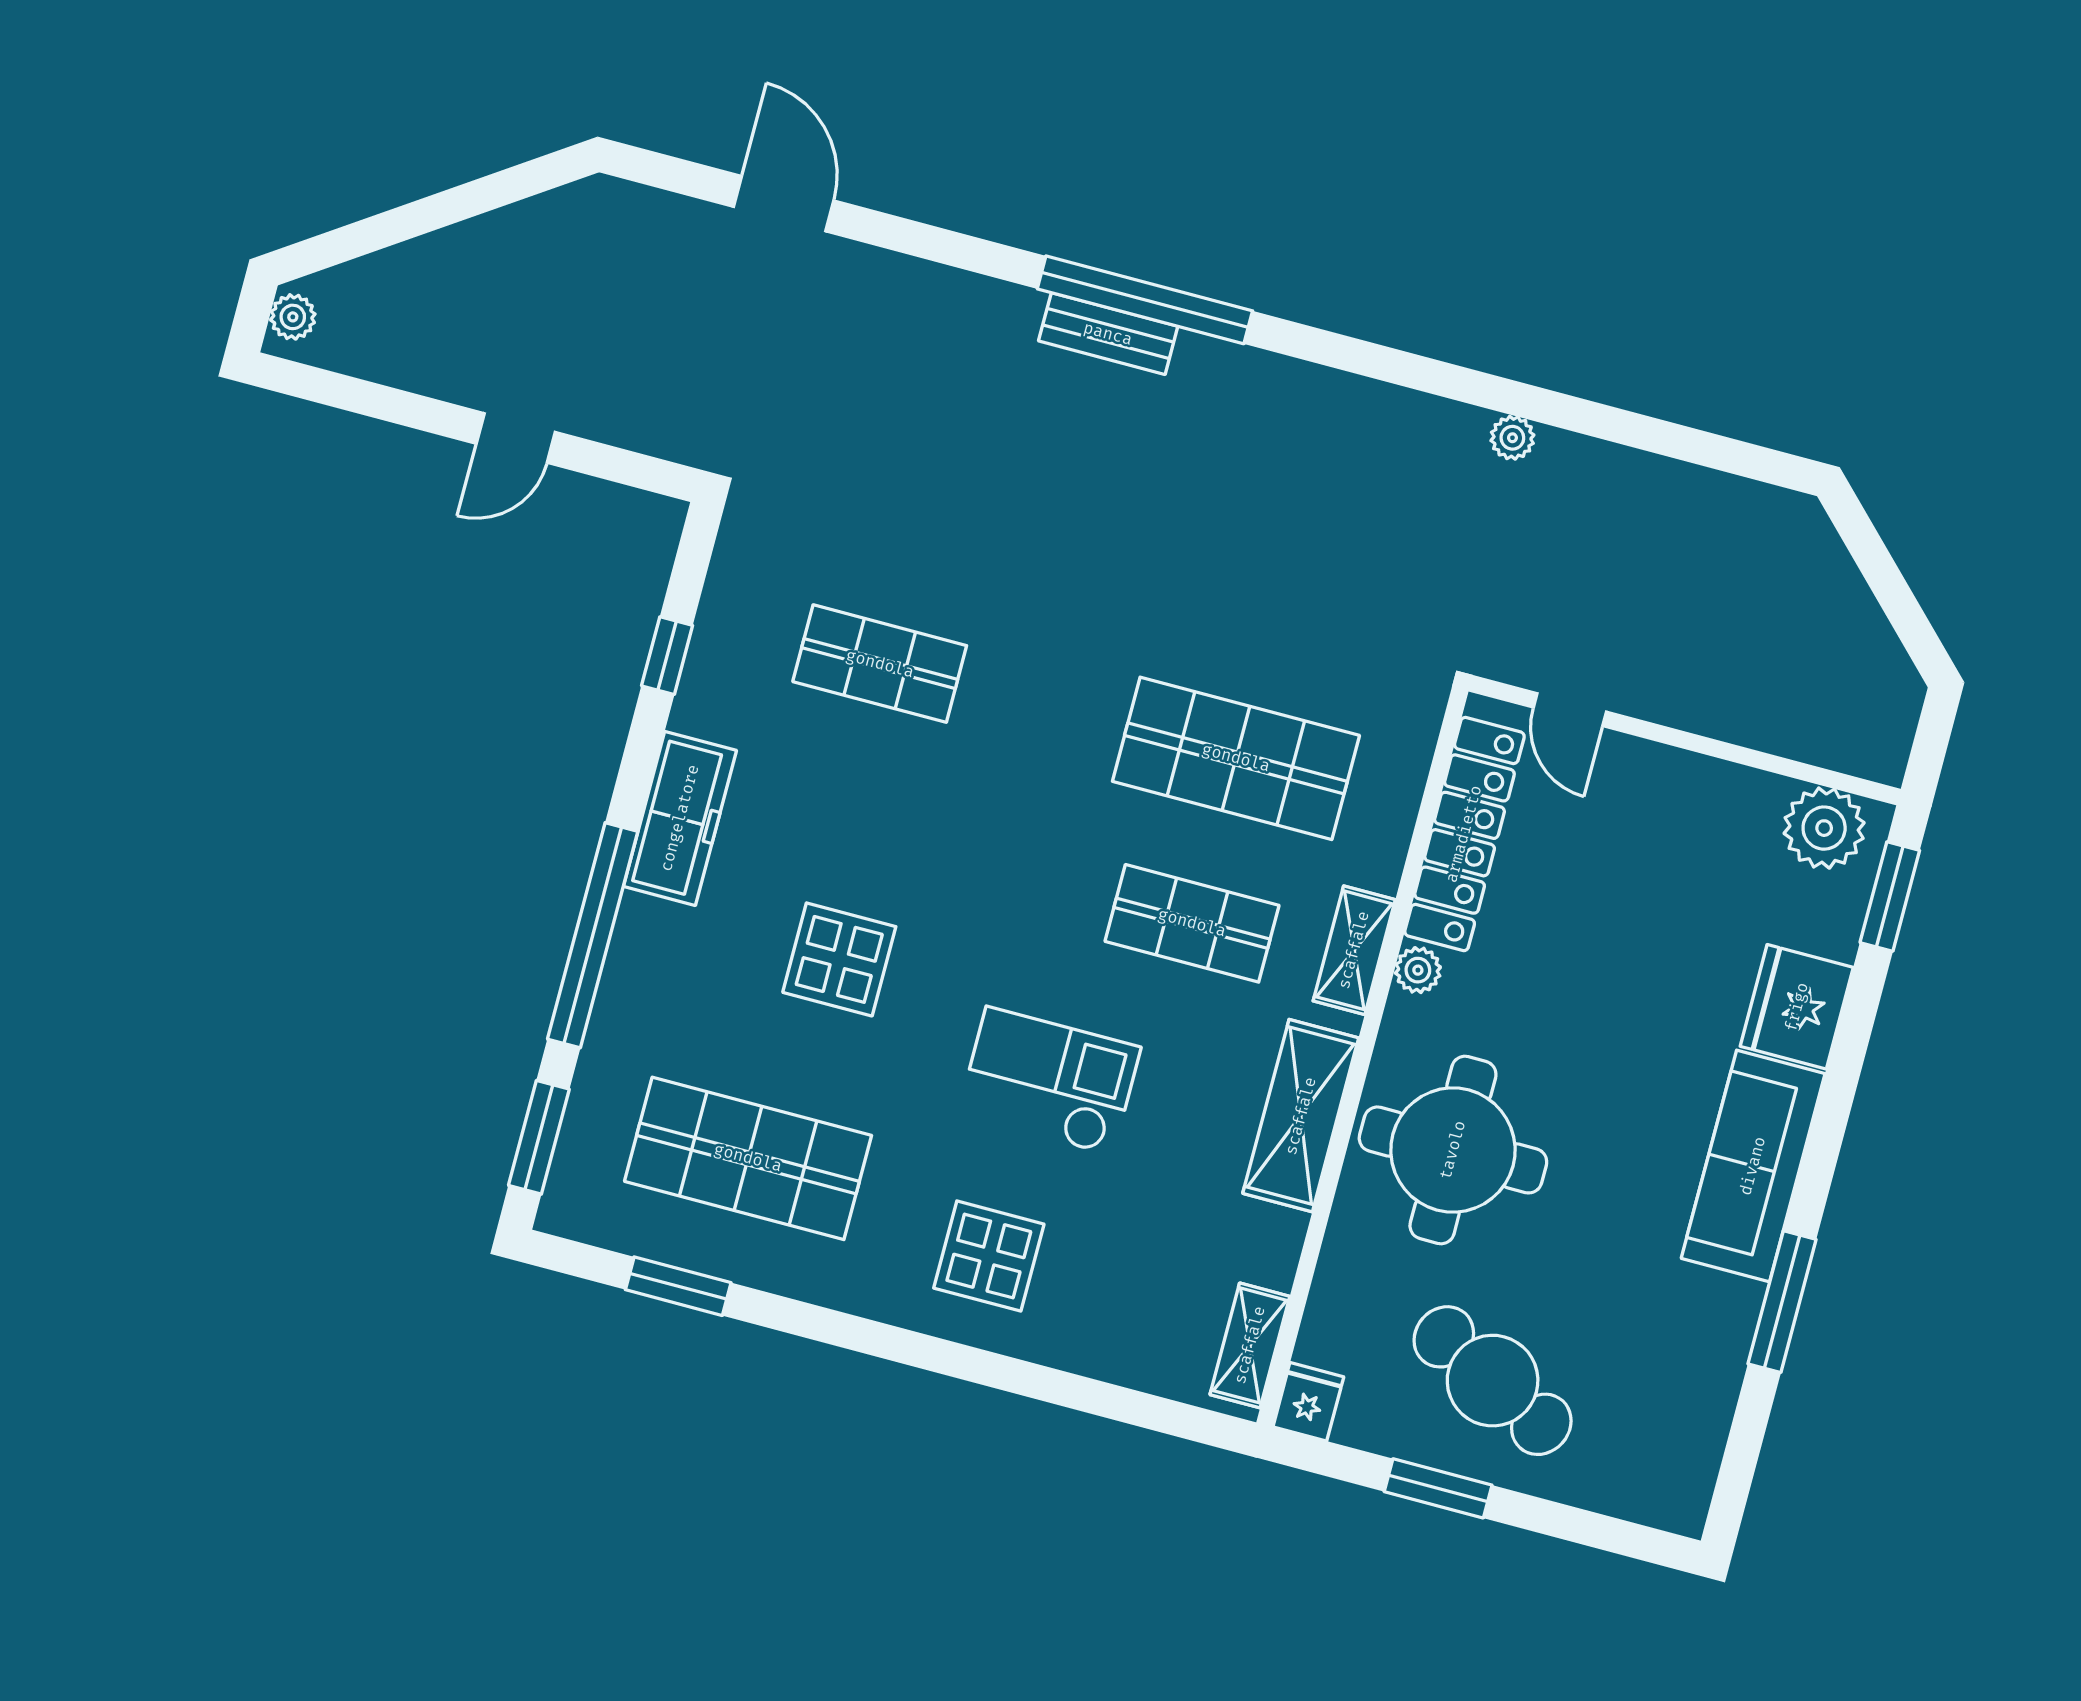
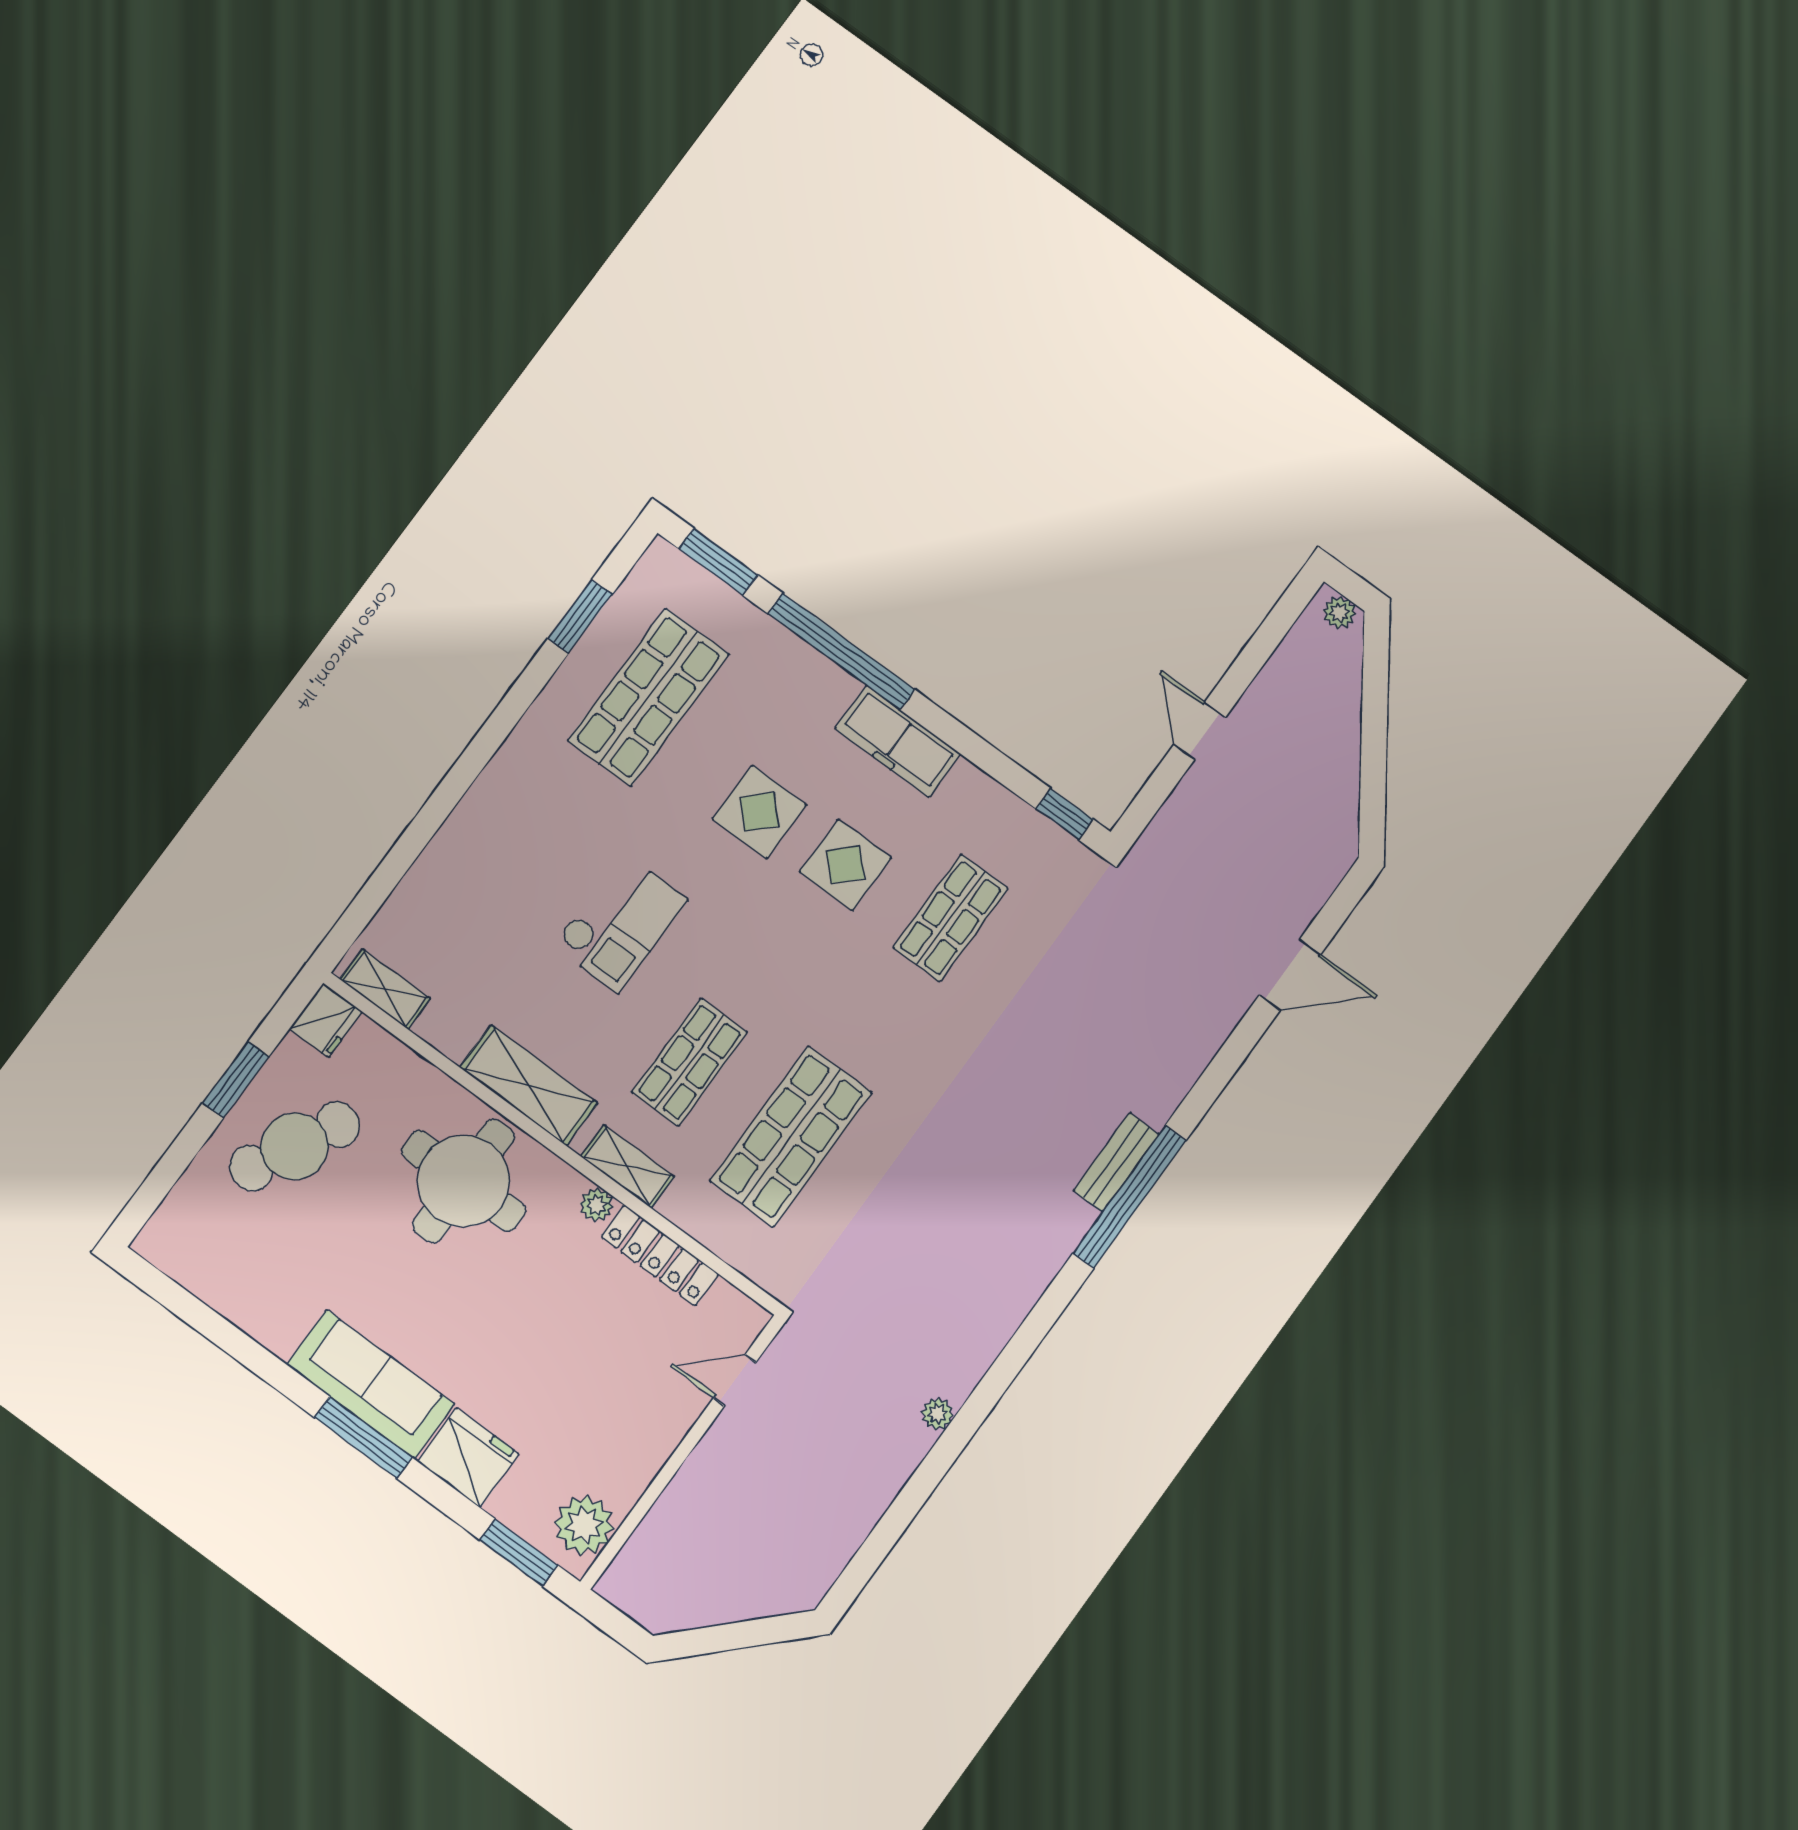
window: (667, 656) -> (1065, 814), moved
locker: (1464, 834) -> (660, 1255), width x0.71, depth x0.83
display table: (989, 1256) -> (845, 865), moved
window: (1782, 1302) -> (363, 1438), moved
fridge: (1308, 1402) -> (326, 1020), width x1.38

